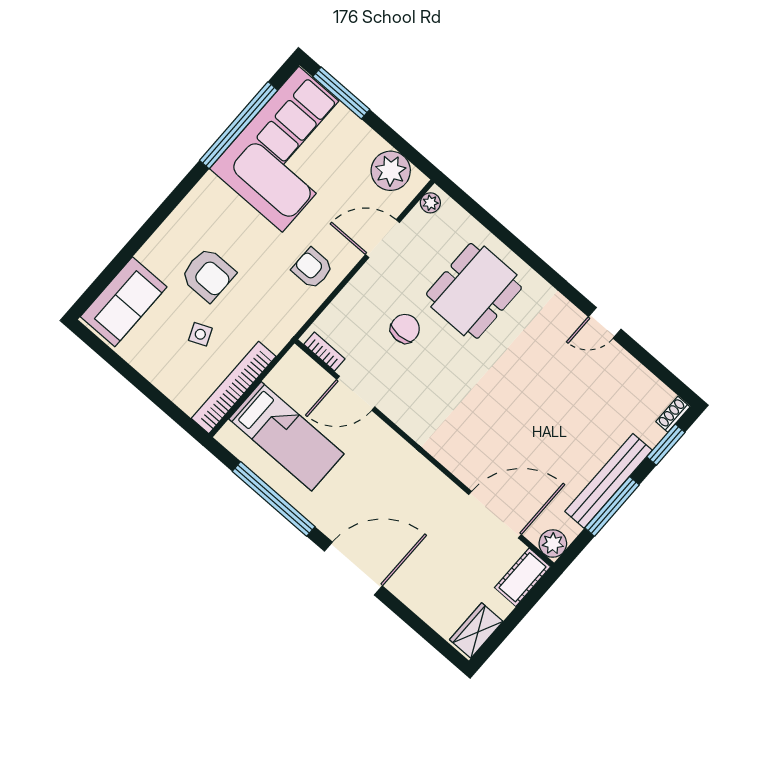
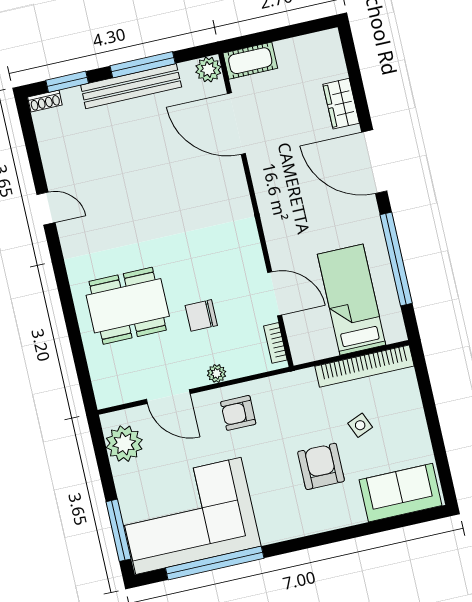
plant: (430, 203) -> (217, 373), moved
armchair: (312, 268) -> (238, 413), turned 90
wardrobe: (476, 630) -> (341, 104), moved, turned 90

